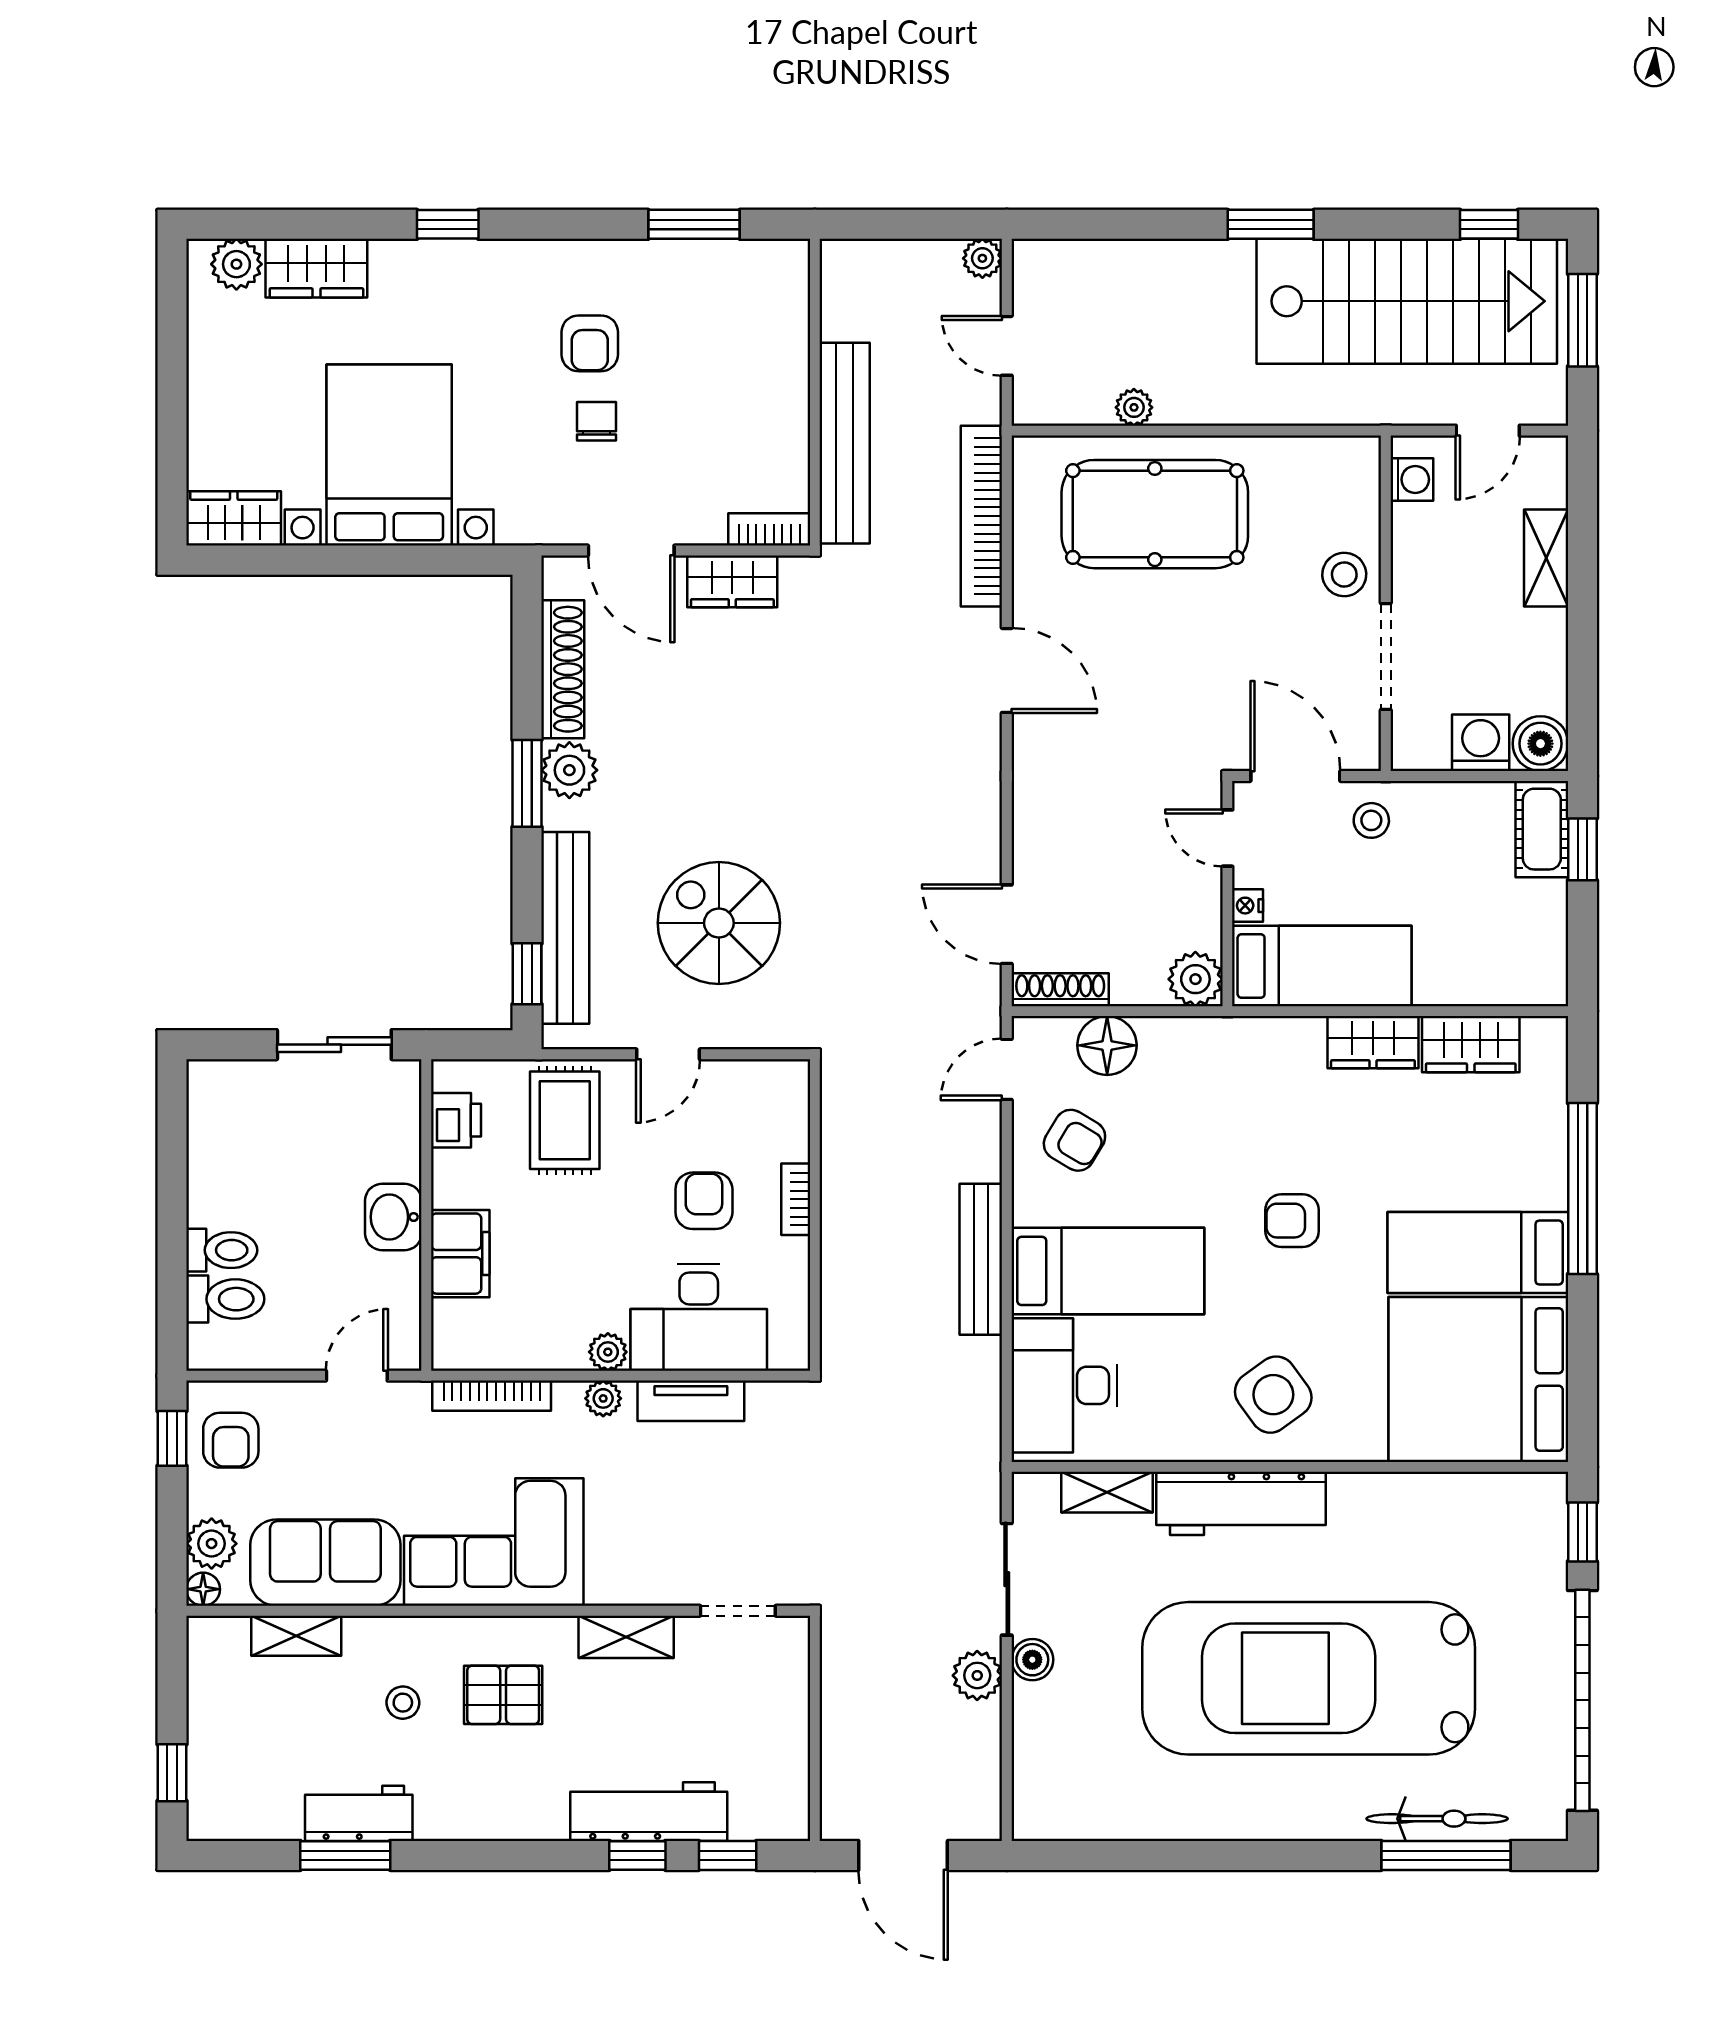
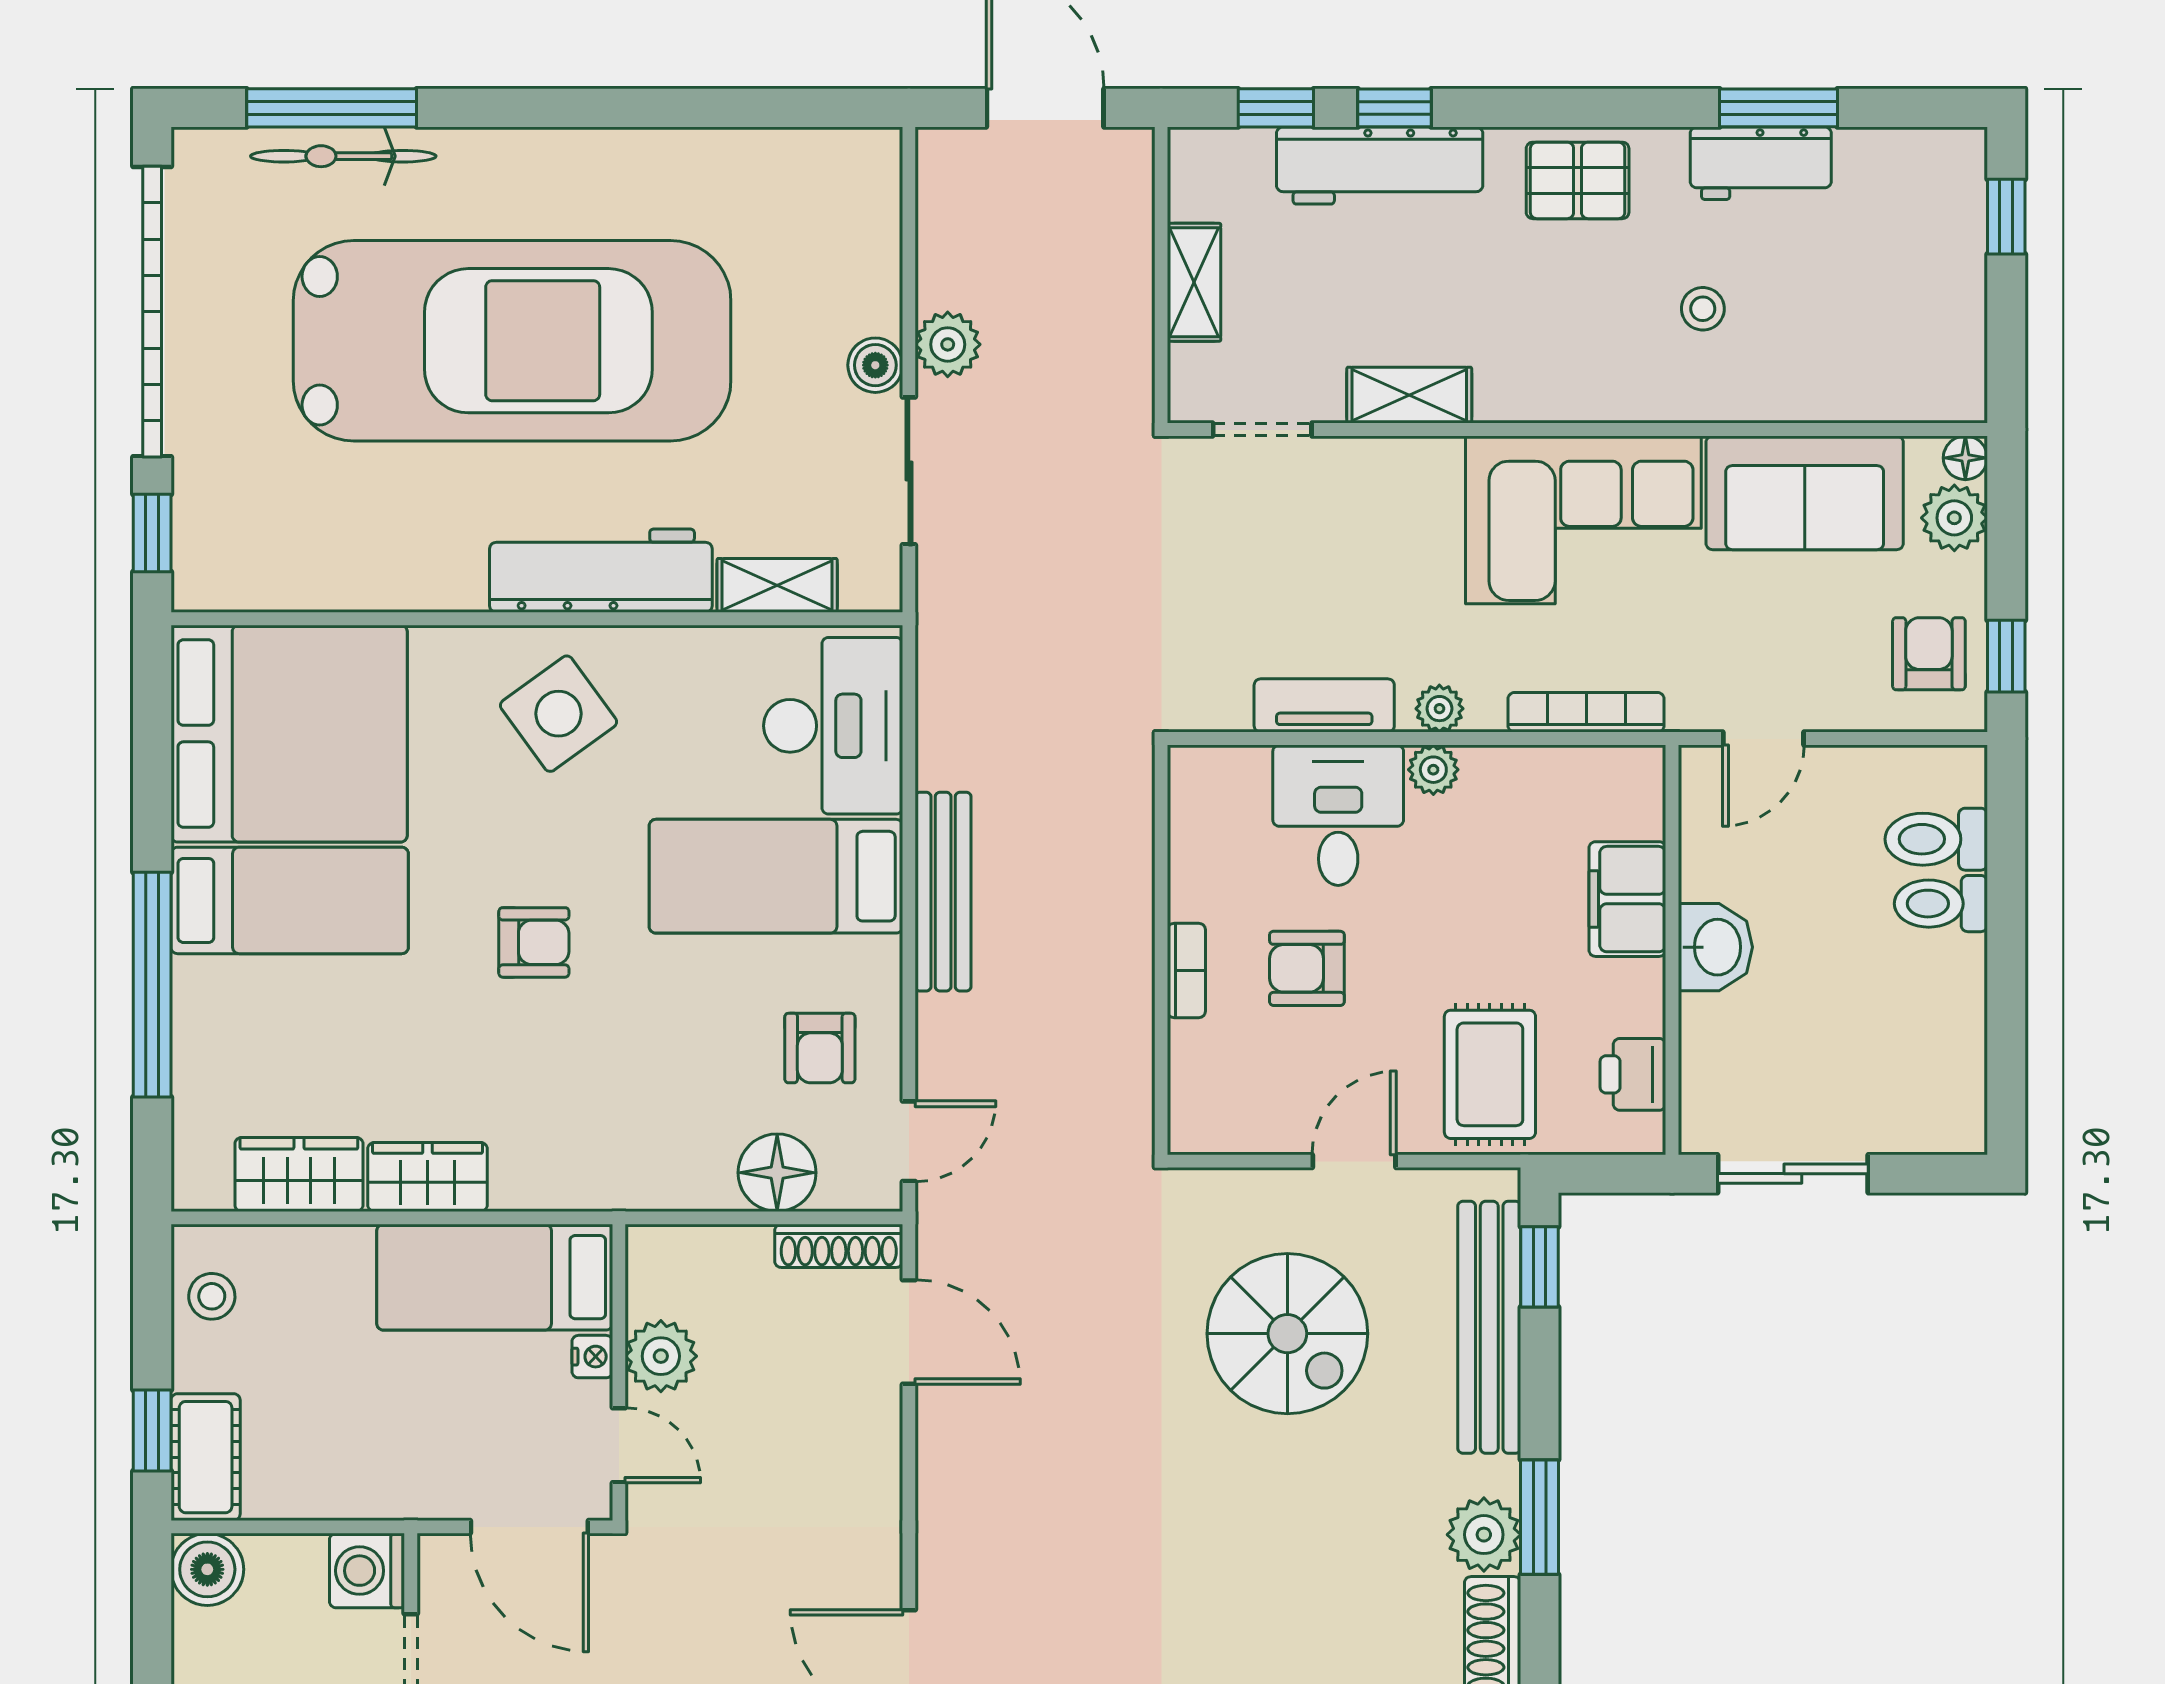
washing machine: (1481, 743) -> (367, 1571), moved, turned 90
stool: (1371, 820) -> (212, 1296), moved
plant: (1195, 979) -> (661, 1356), moved
armchair: (1074, 1140) -> (820, 1048), turned -121
armchair: (704, 1201) -> (1307, 968), turned 90
desk: (699, 1317) -> (1338, 815), width x0.73
shelving: (296, 1636) -> (1194, 282), moved, turned 90
pallet: (503, 1695) -> (1578, 180), moved

